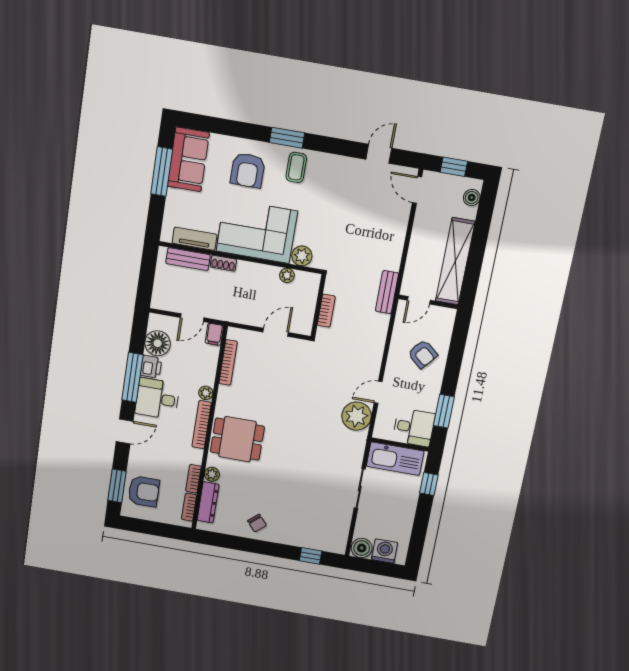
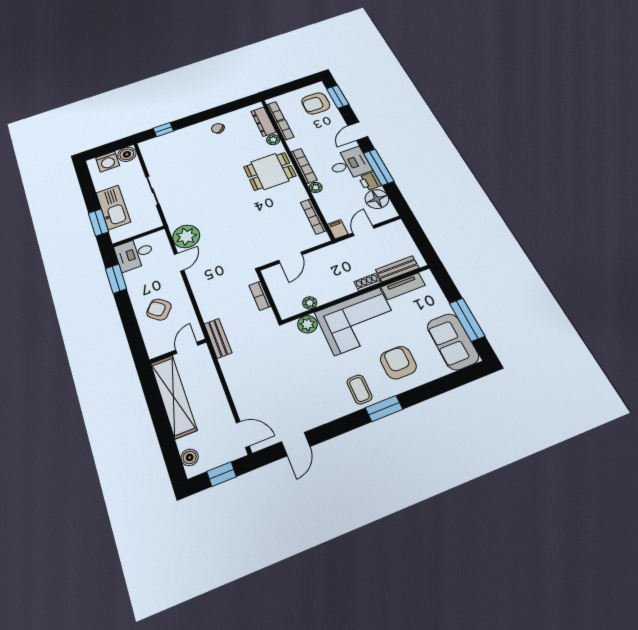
kitchen sink: (395, 459) -> (113, 207), moved, turned 90
window: (429, 484) -> (98, 222), width x1.50

